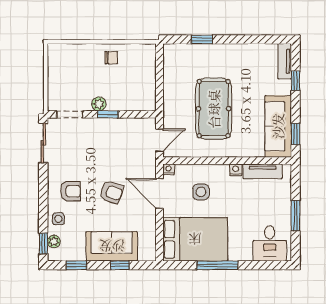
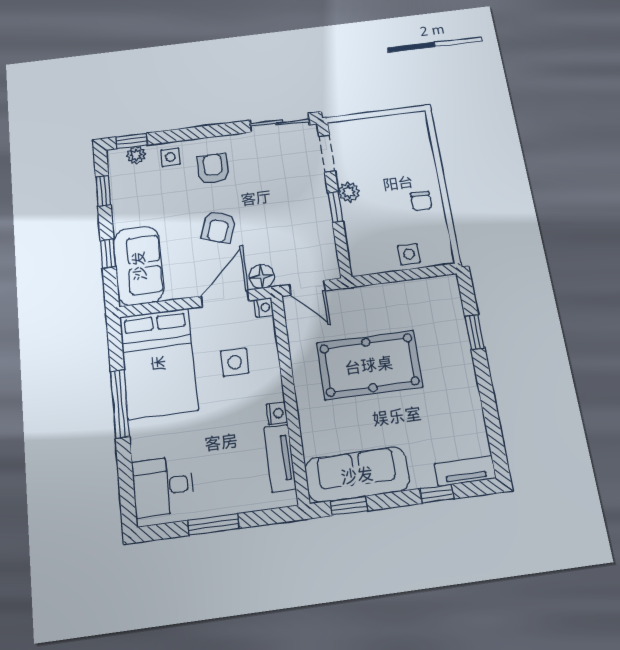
side table: (146, 72) -> (409, 254), added
floor lamp: (148, 168) -> (262, 276), added
armchair: (70, 191) -> (213, 169), turned 180
sofa: (112, 246) -> (139, 266), moved

